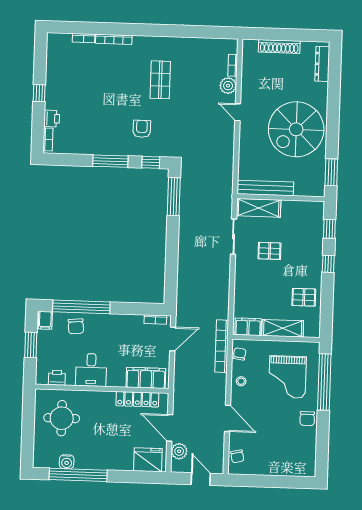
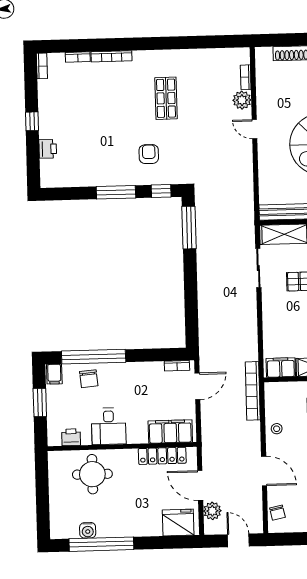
bookcase: (48, 140) -> (42, 66), moved
chair: (240, 354) -> (273, 398), removed
round table: (62, 418) -> (92, 474), moved

